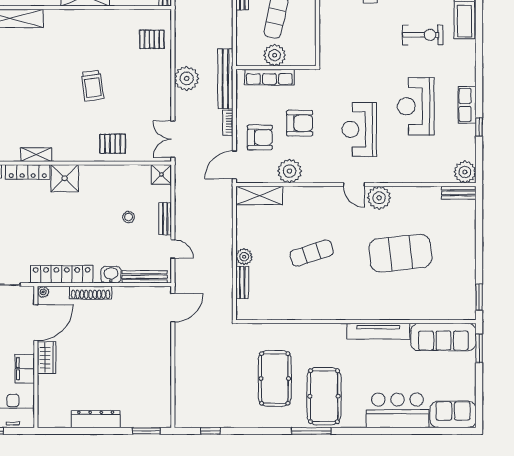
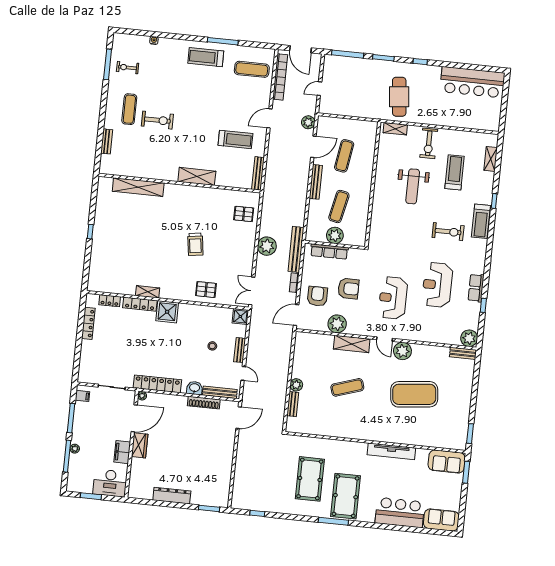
armchair: (260, 137) -> (317, 296), turned -90
shelving: (259, 195) -> (352, 344), moved
shoe rack: (91, 293) -> (204, 403), moved
sofa: (443, 337) -> (447, 461), width x0.73

